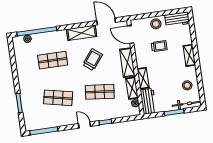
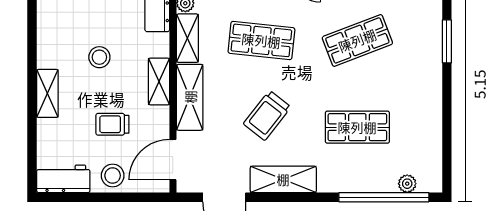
door: (131, 35) -> (173, 160), swing flipped
shelving: (143, 78) -> (159, 81), moved
stool: (187, 85) -> (99, 57), moved
shop shelf: (58, 98) -> (357, 40), turned -33

